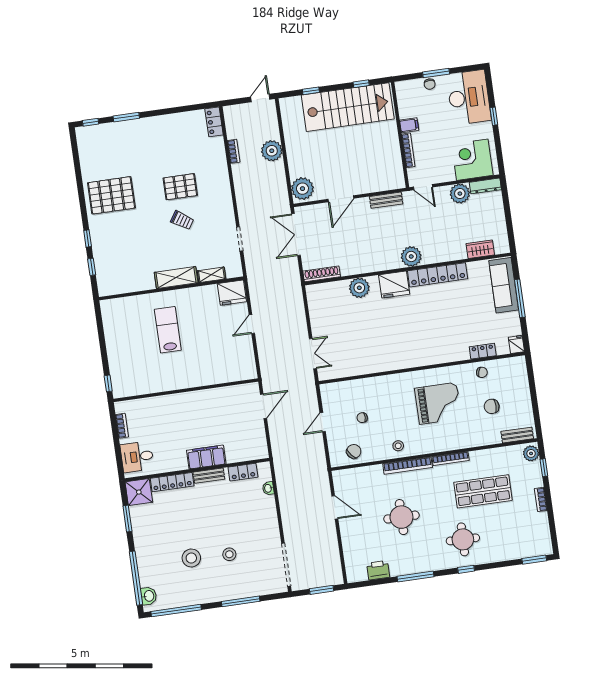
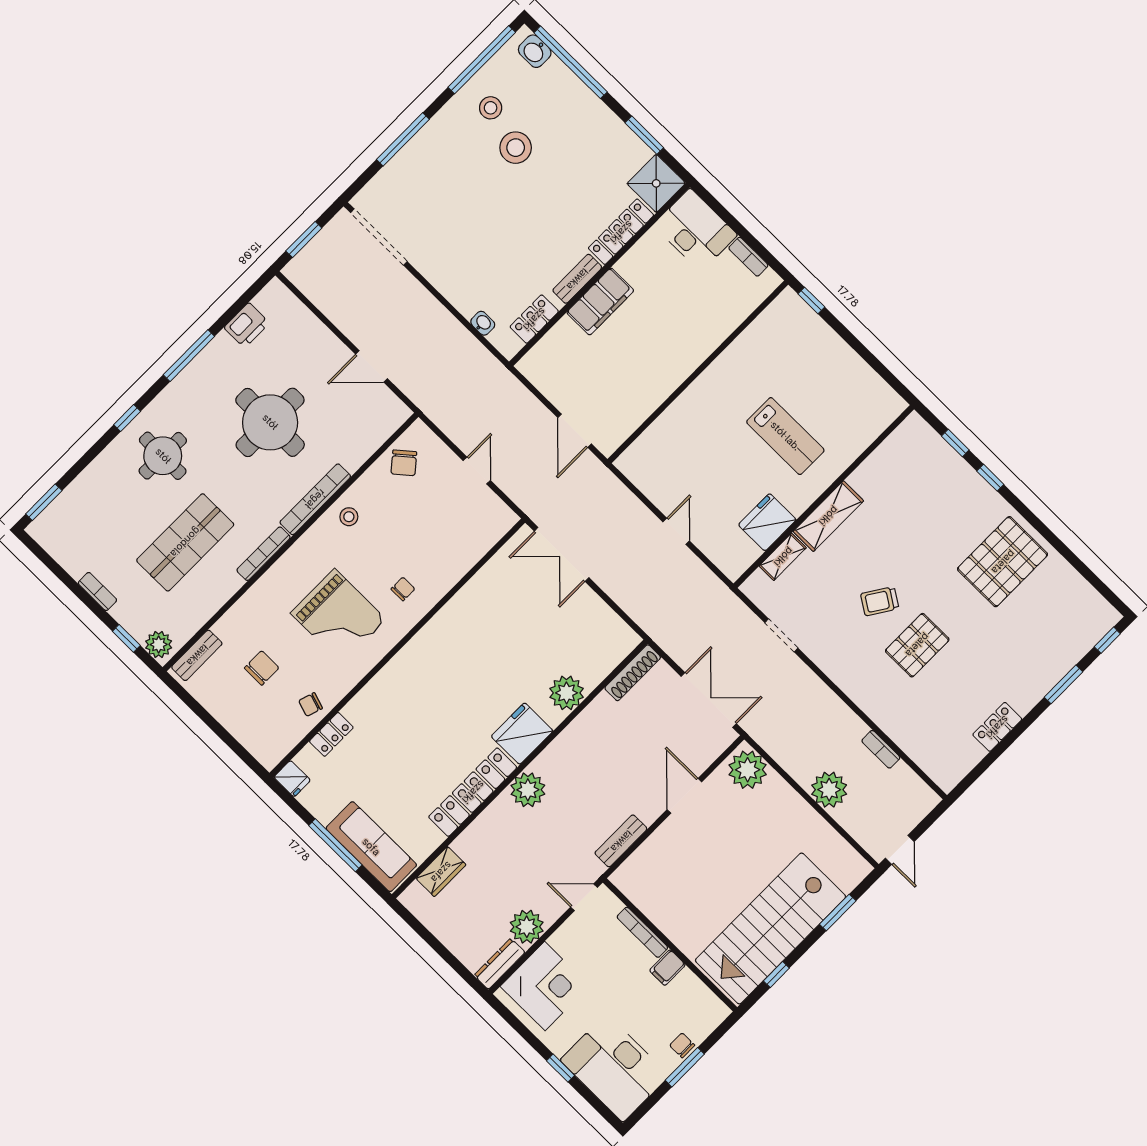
window: (311, 91) -> (838, 913), width x1.50
locker: (214, 122) -> (997, 727), moved, turned -90
fridge: (232, 293) -> (767, 522), moved
double door: (313, 354) -> (562, 554), width x1.37
grand piano: (438, 403) -> (338, 616), turned -90
chair: (362, 418) -> (403, 589), moved
desk: (137, 457) -> (695, 230), width x1.37
round table: (401, 517) -> (270, 422), width x1.36, depth x1.36
stool: (229, 554) -> (491, 108), moved

